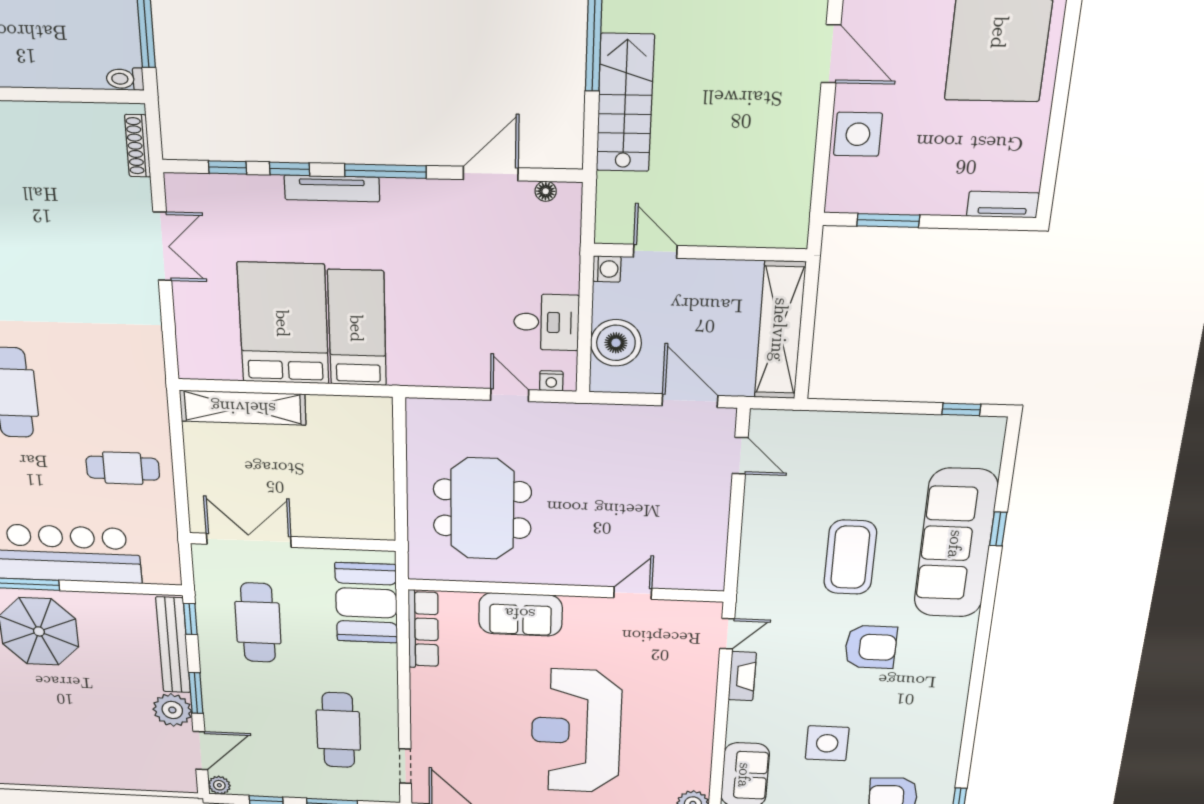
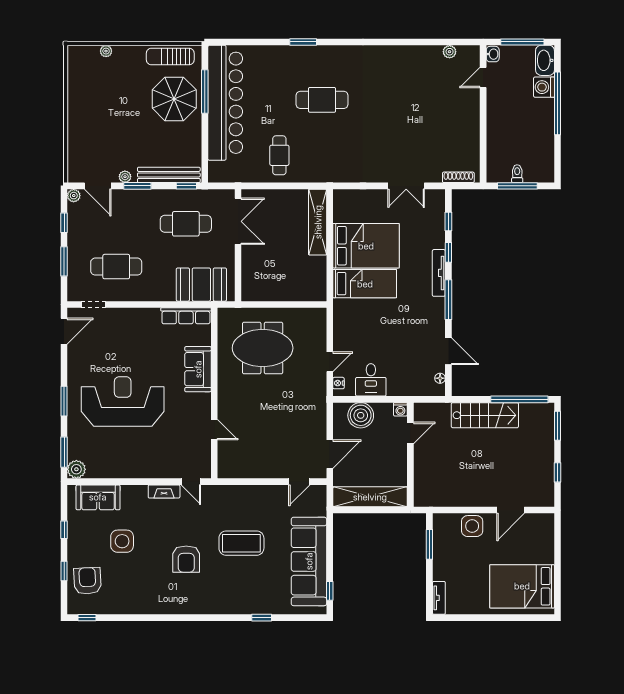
toilet: (125, 79) -> (517, 174), moved
sofa: (956, 544) -> (309, 561), moved, turned -90
plant: (172, 710) -> (125, 177), width x0.53, depth x0.53

